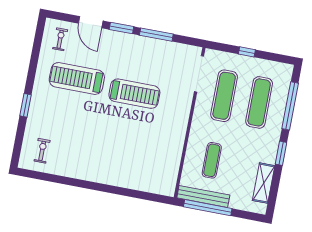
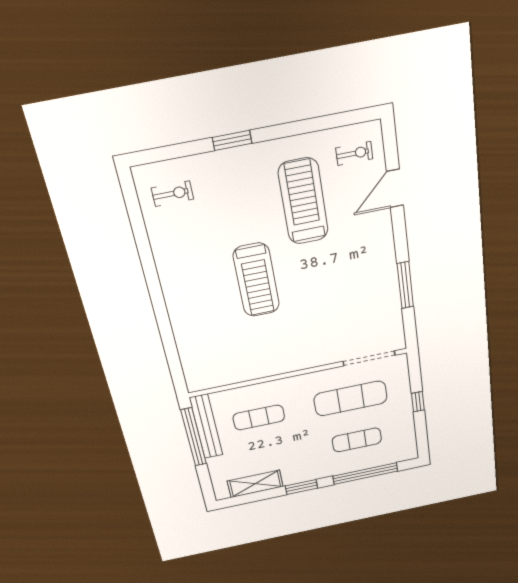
window: (121, 28) -> (400, 235), removed
treadmill: (134, 94) -> (256, 280), moved
exercise mat: (259, 102) -> (357, 440), width x0.73, depth x0.69

